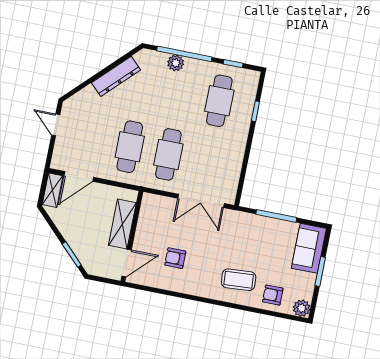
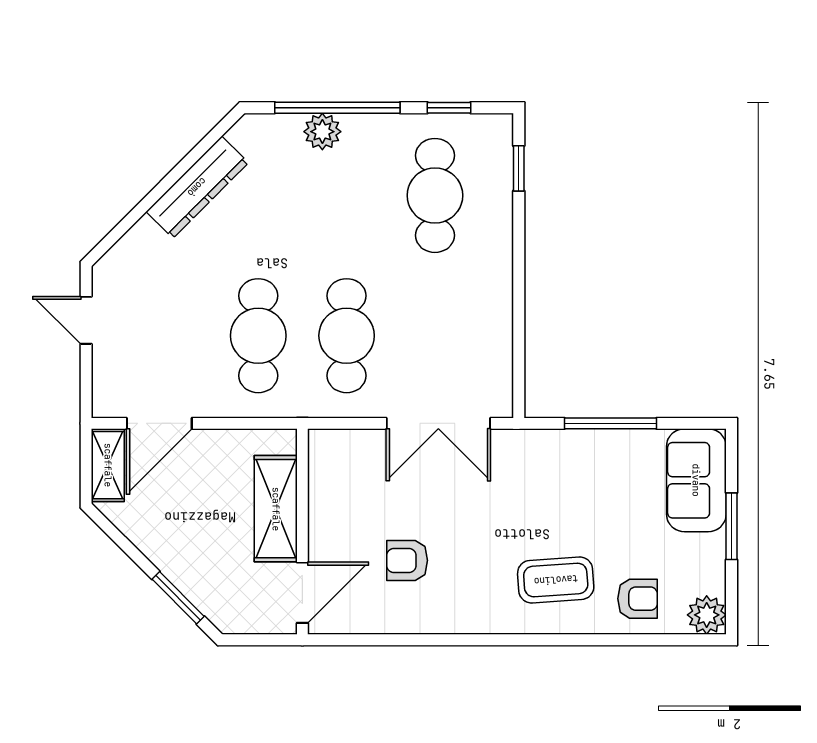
window: (255, 111) -> (519, 168), moved
armchair: (273, 295) -> (638, 599), turned 180

